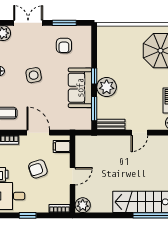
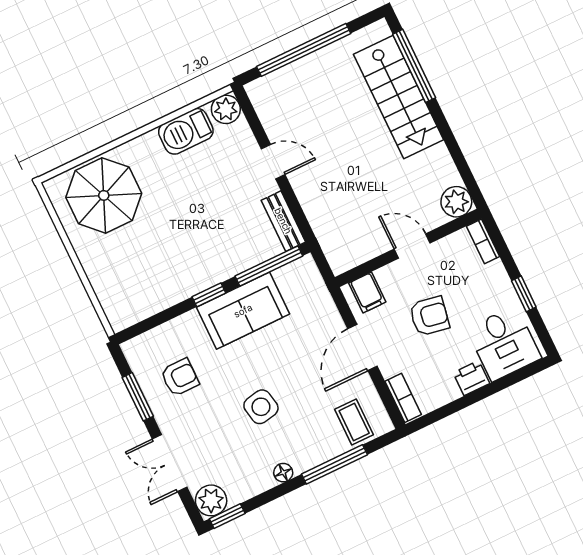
plant: (107, 87) -> (218, 262), removed
window: (94, 109) -> (269, 266), width x1.44
armchair: (38, 169) -> (429, 316), turned -61

